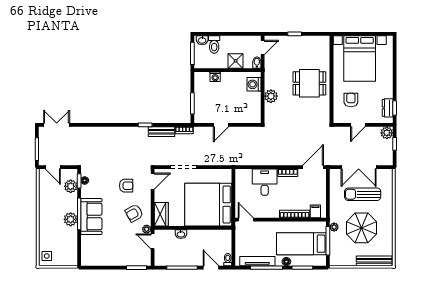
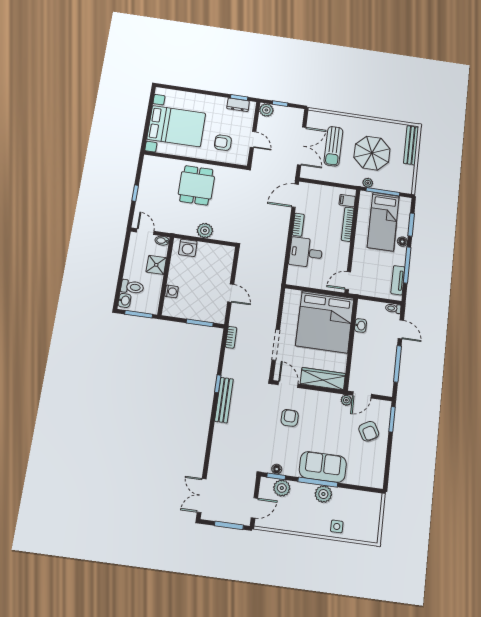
bench: (161, 132) -> (224, 400), moved, width x1.36
door: (313, 167) -> (295, 196), hinge flipped
armchair: (134, 213) -> (369, 431), moved
wardrobe: (161, 214) -> (323, 379), width x1.50
washbasin: (181, 234) -> (361, 325), moved
side table: (47, 256) -> (337, 526), moved
tv unit: (257, 261) -> (398, 280), width x0.71
door: (211, 268) -> (401, 329), swing flipped

